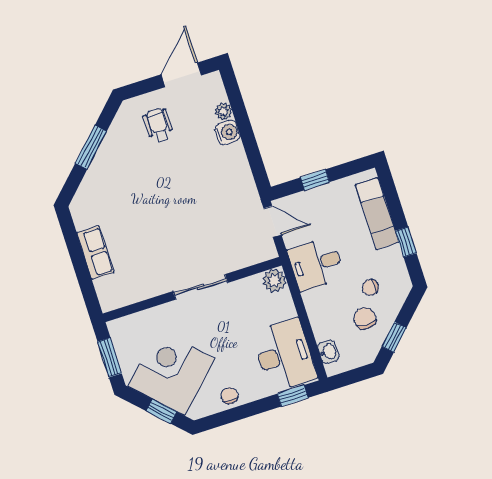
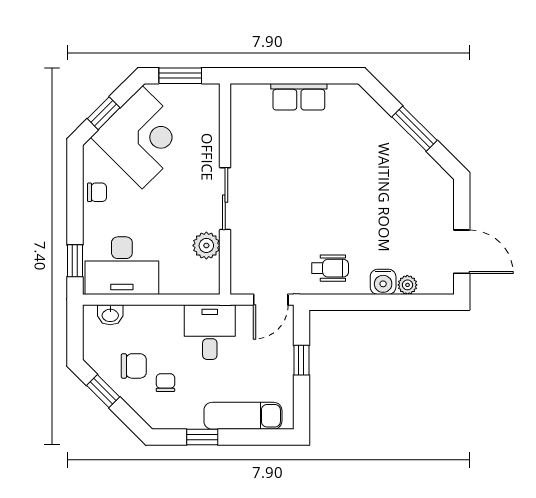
wheelchair: (159, 125) -> (330, 268), moved
plant: (274, 281) -> (206, 245), moved

